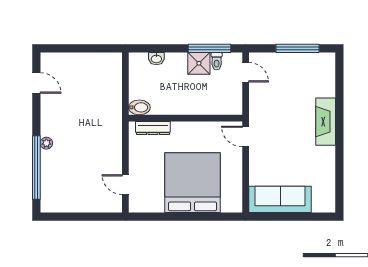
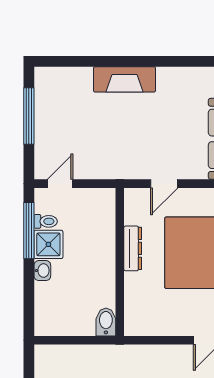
washbasin: (156, 59) -> (42, 271), moved
dresser: (153, 128) -> (133, 248), moved
door: (246, 136) -> (164, 184), moved

